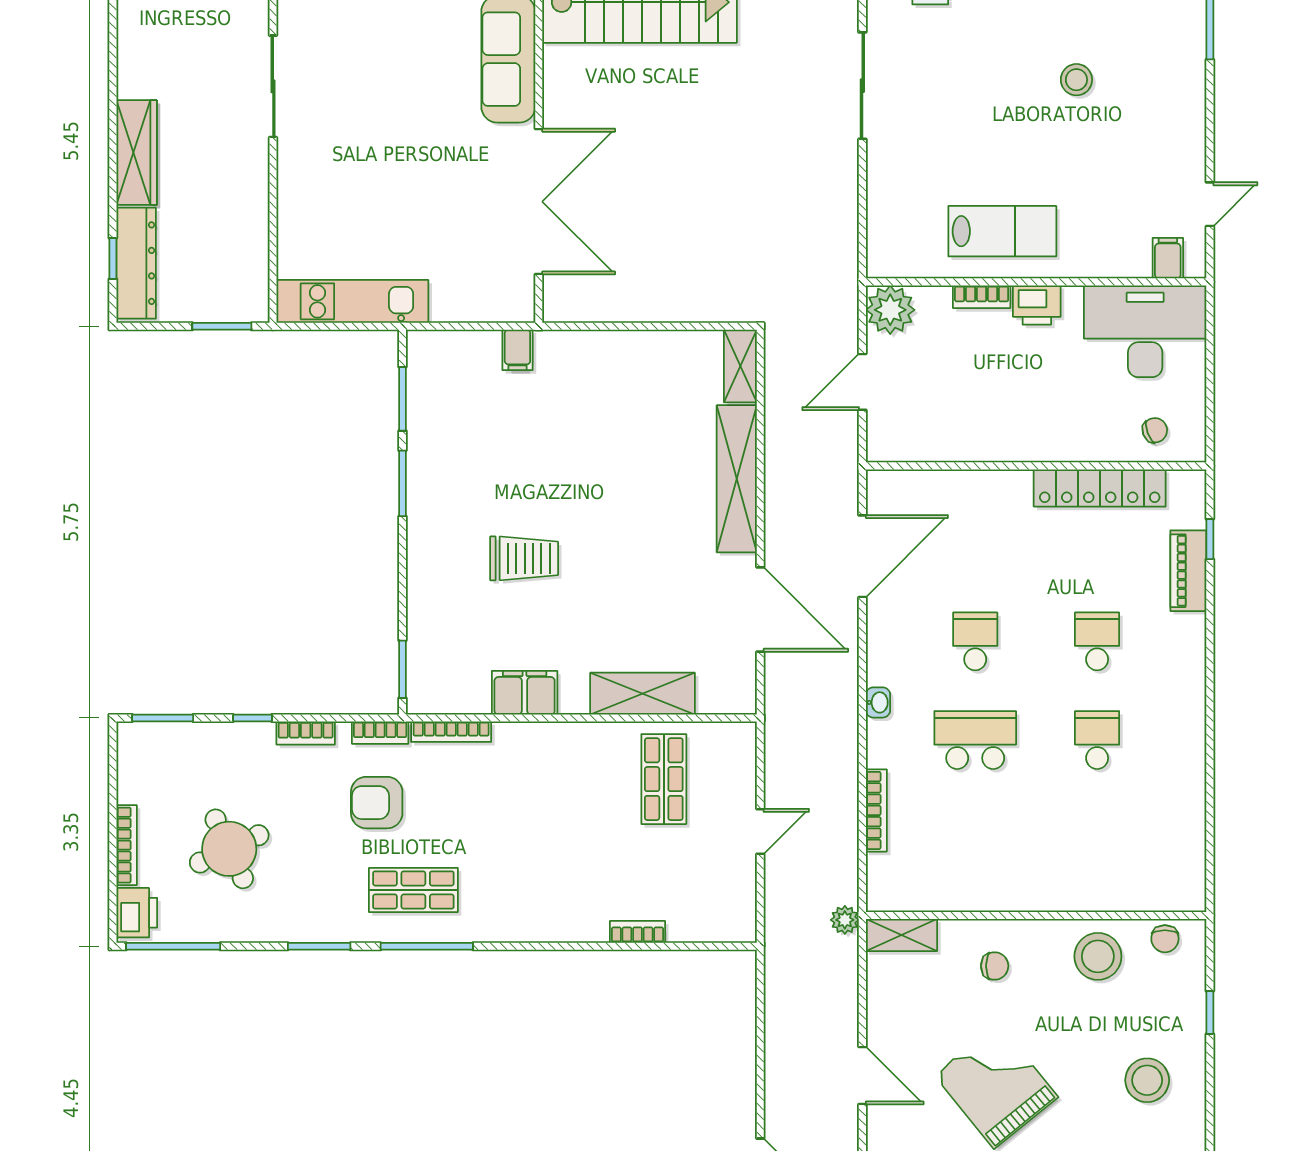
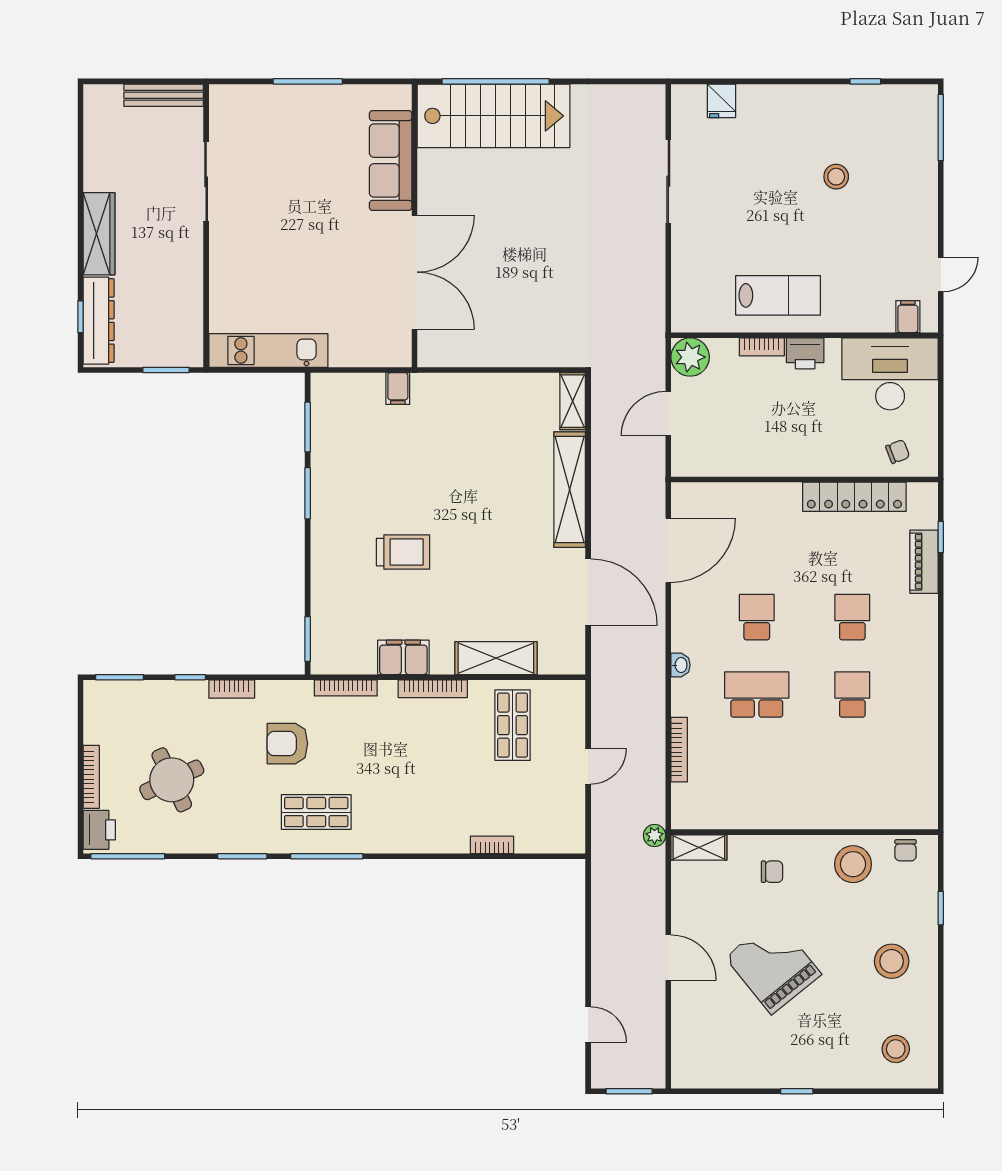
bookcase: (380, 733) -> (433, 689), moved, width x1.56

